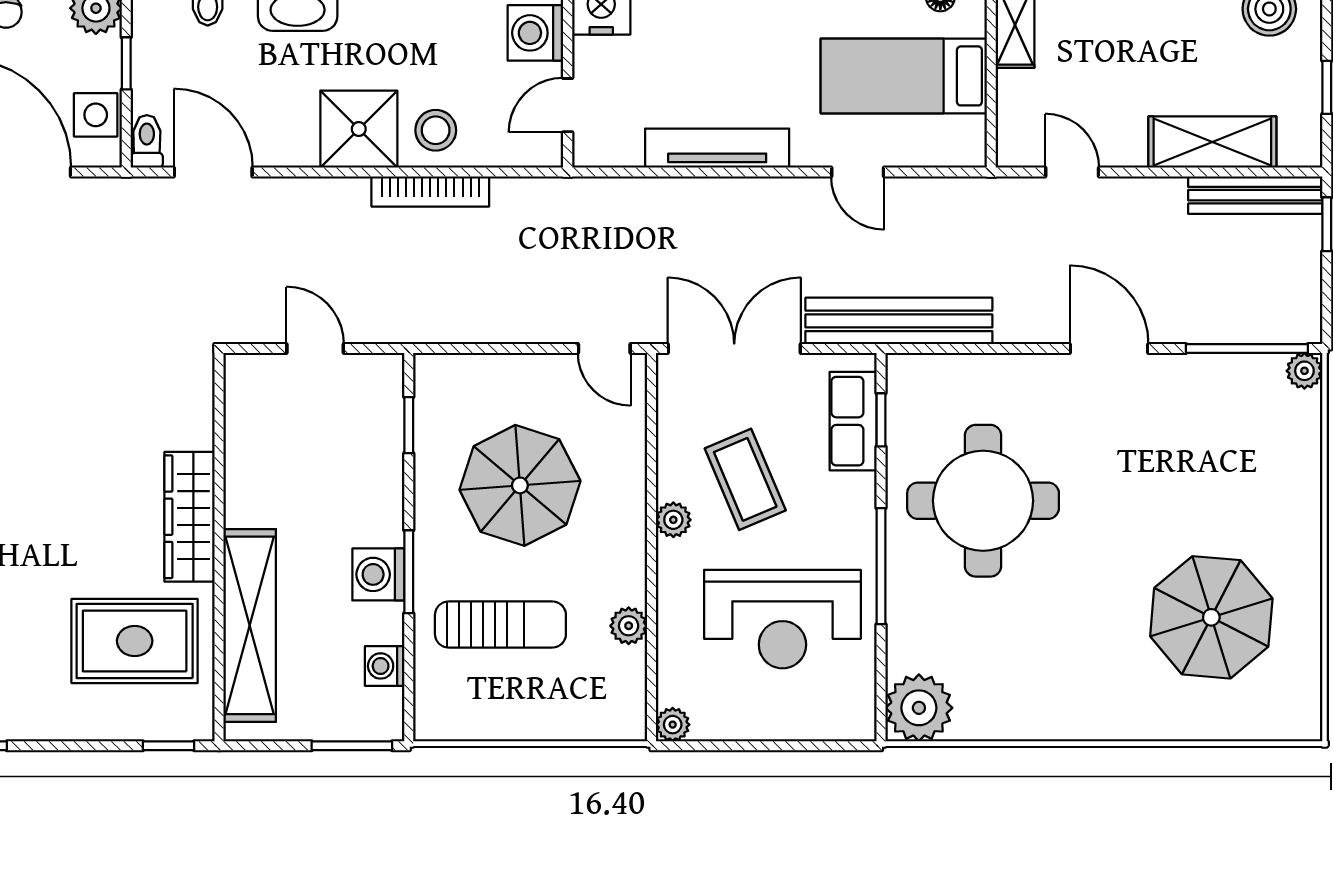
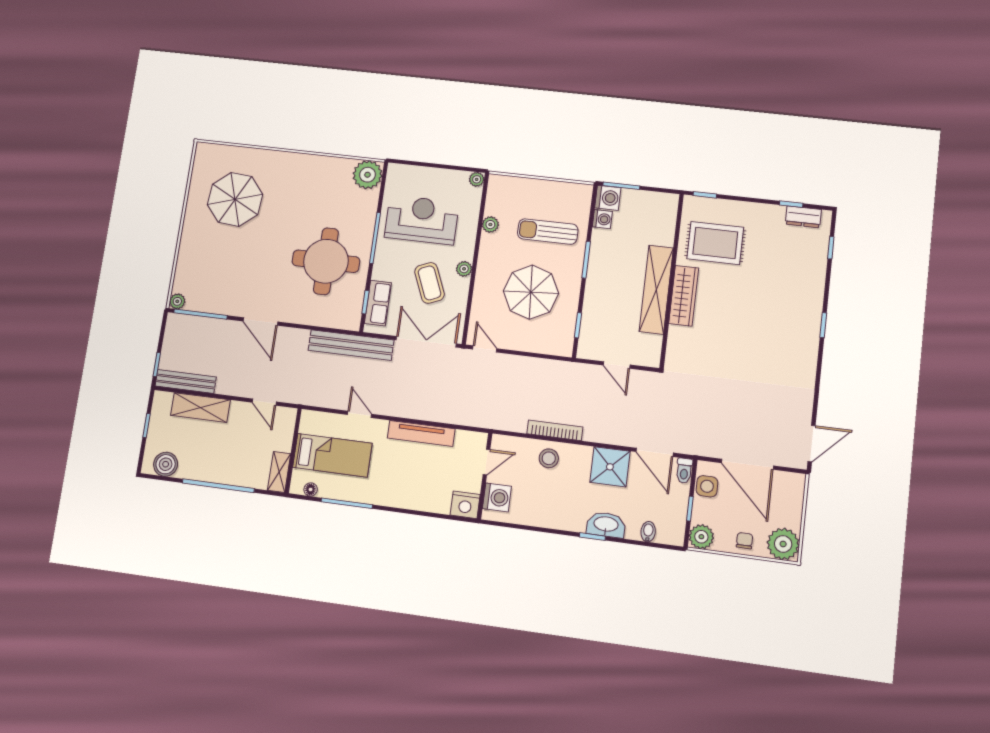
shower: (359, 129) -> (610, 467), moved
double door: (734, 349) -> (426, 342), swing flipped
washing machine: (378, 574) -> (608, 198), moved
shelving: (250, 625) -> (656, 290), moved

